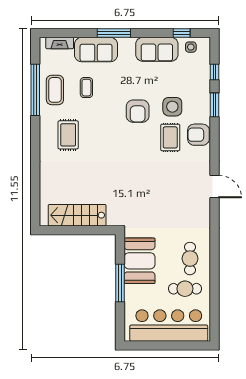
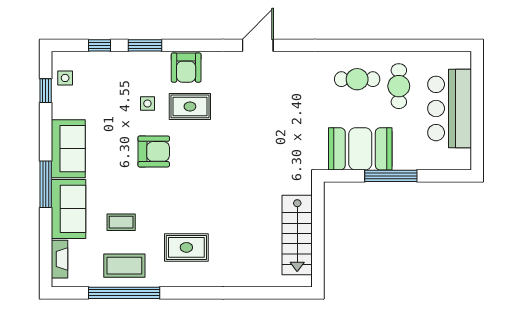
sofa: (157, 49) -> (68, 149), moved
side table: (172, 107) -> (147, 104), width x0.54, depth x0.54
bar counter: (169, 326) -> (450, 108), width x0.73

